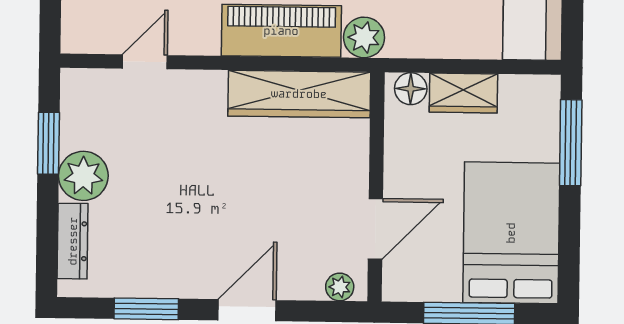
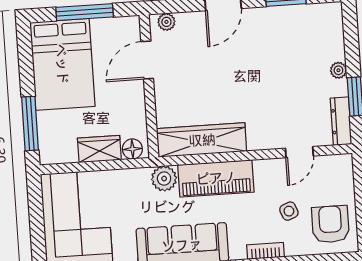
plant: (83, 176) -> (338, 70), width x0.53, depth x0.53
dresser: (73, 241) -> (341, 121), moved

